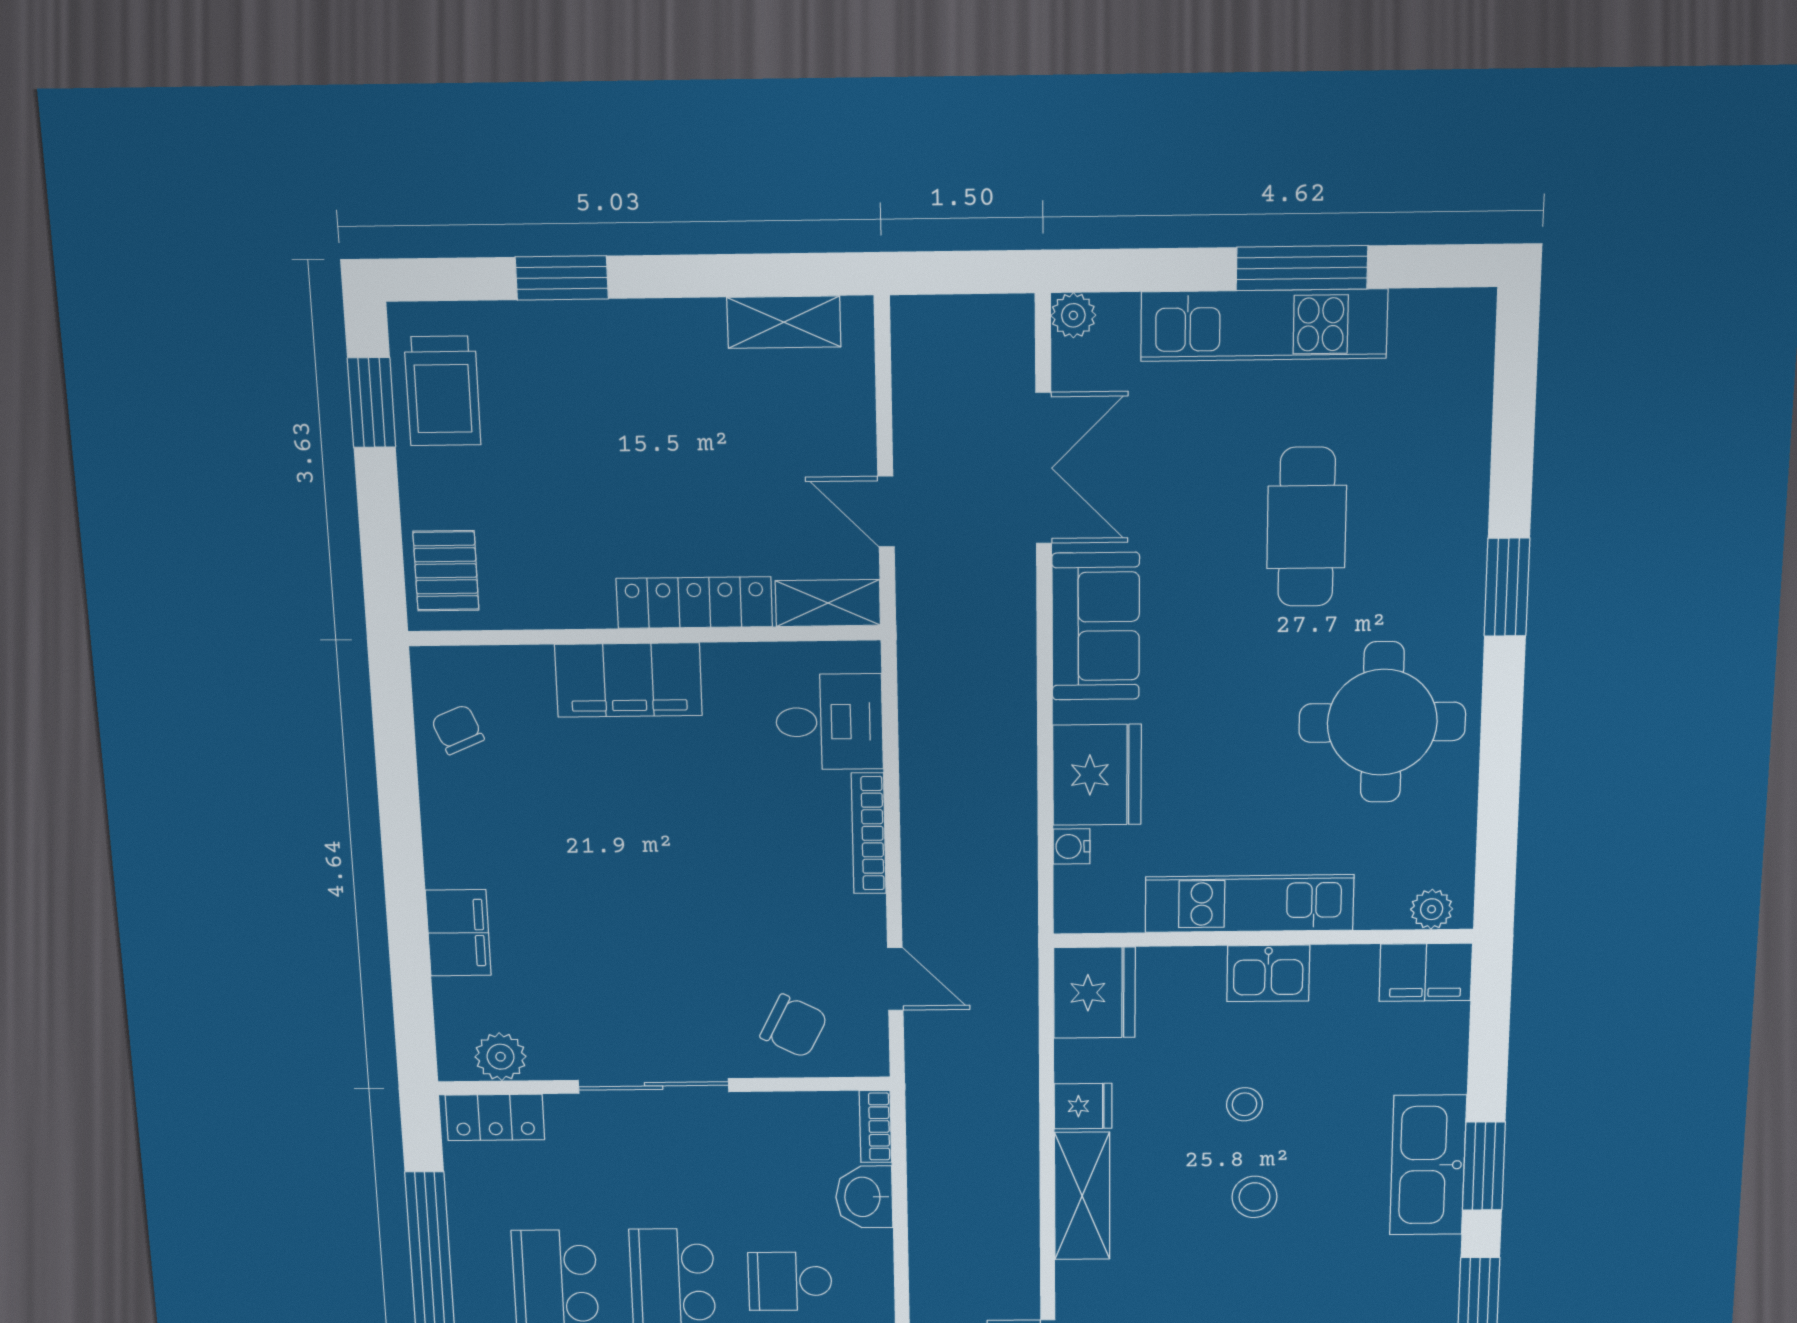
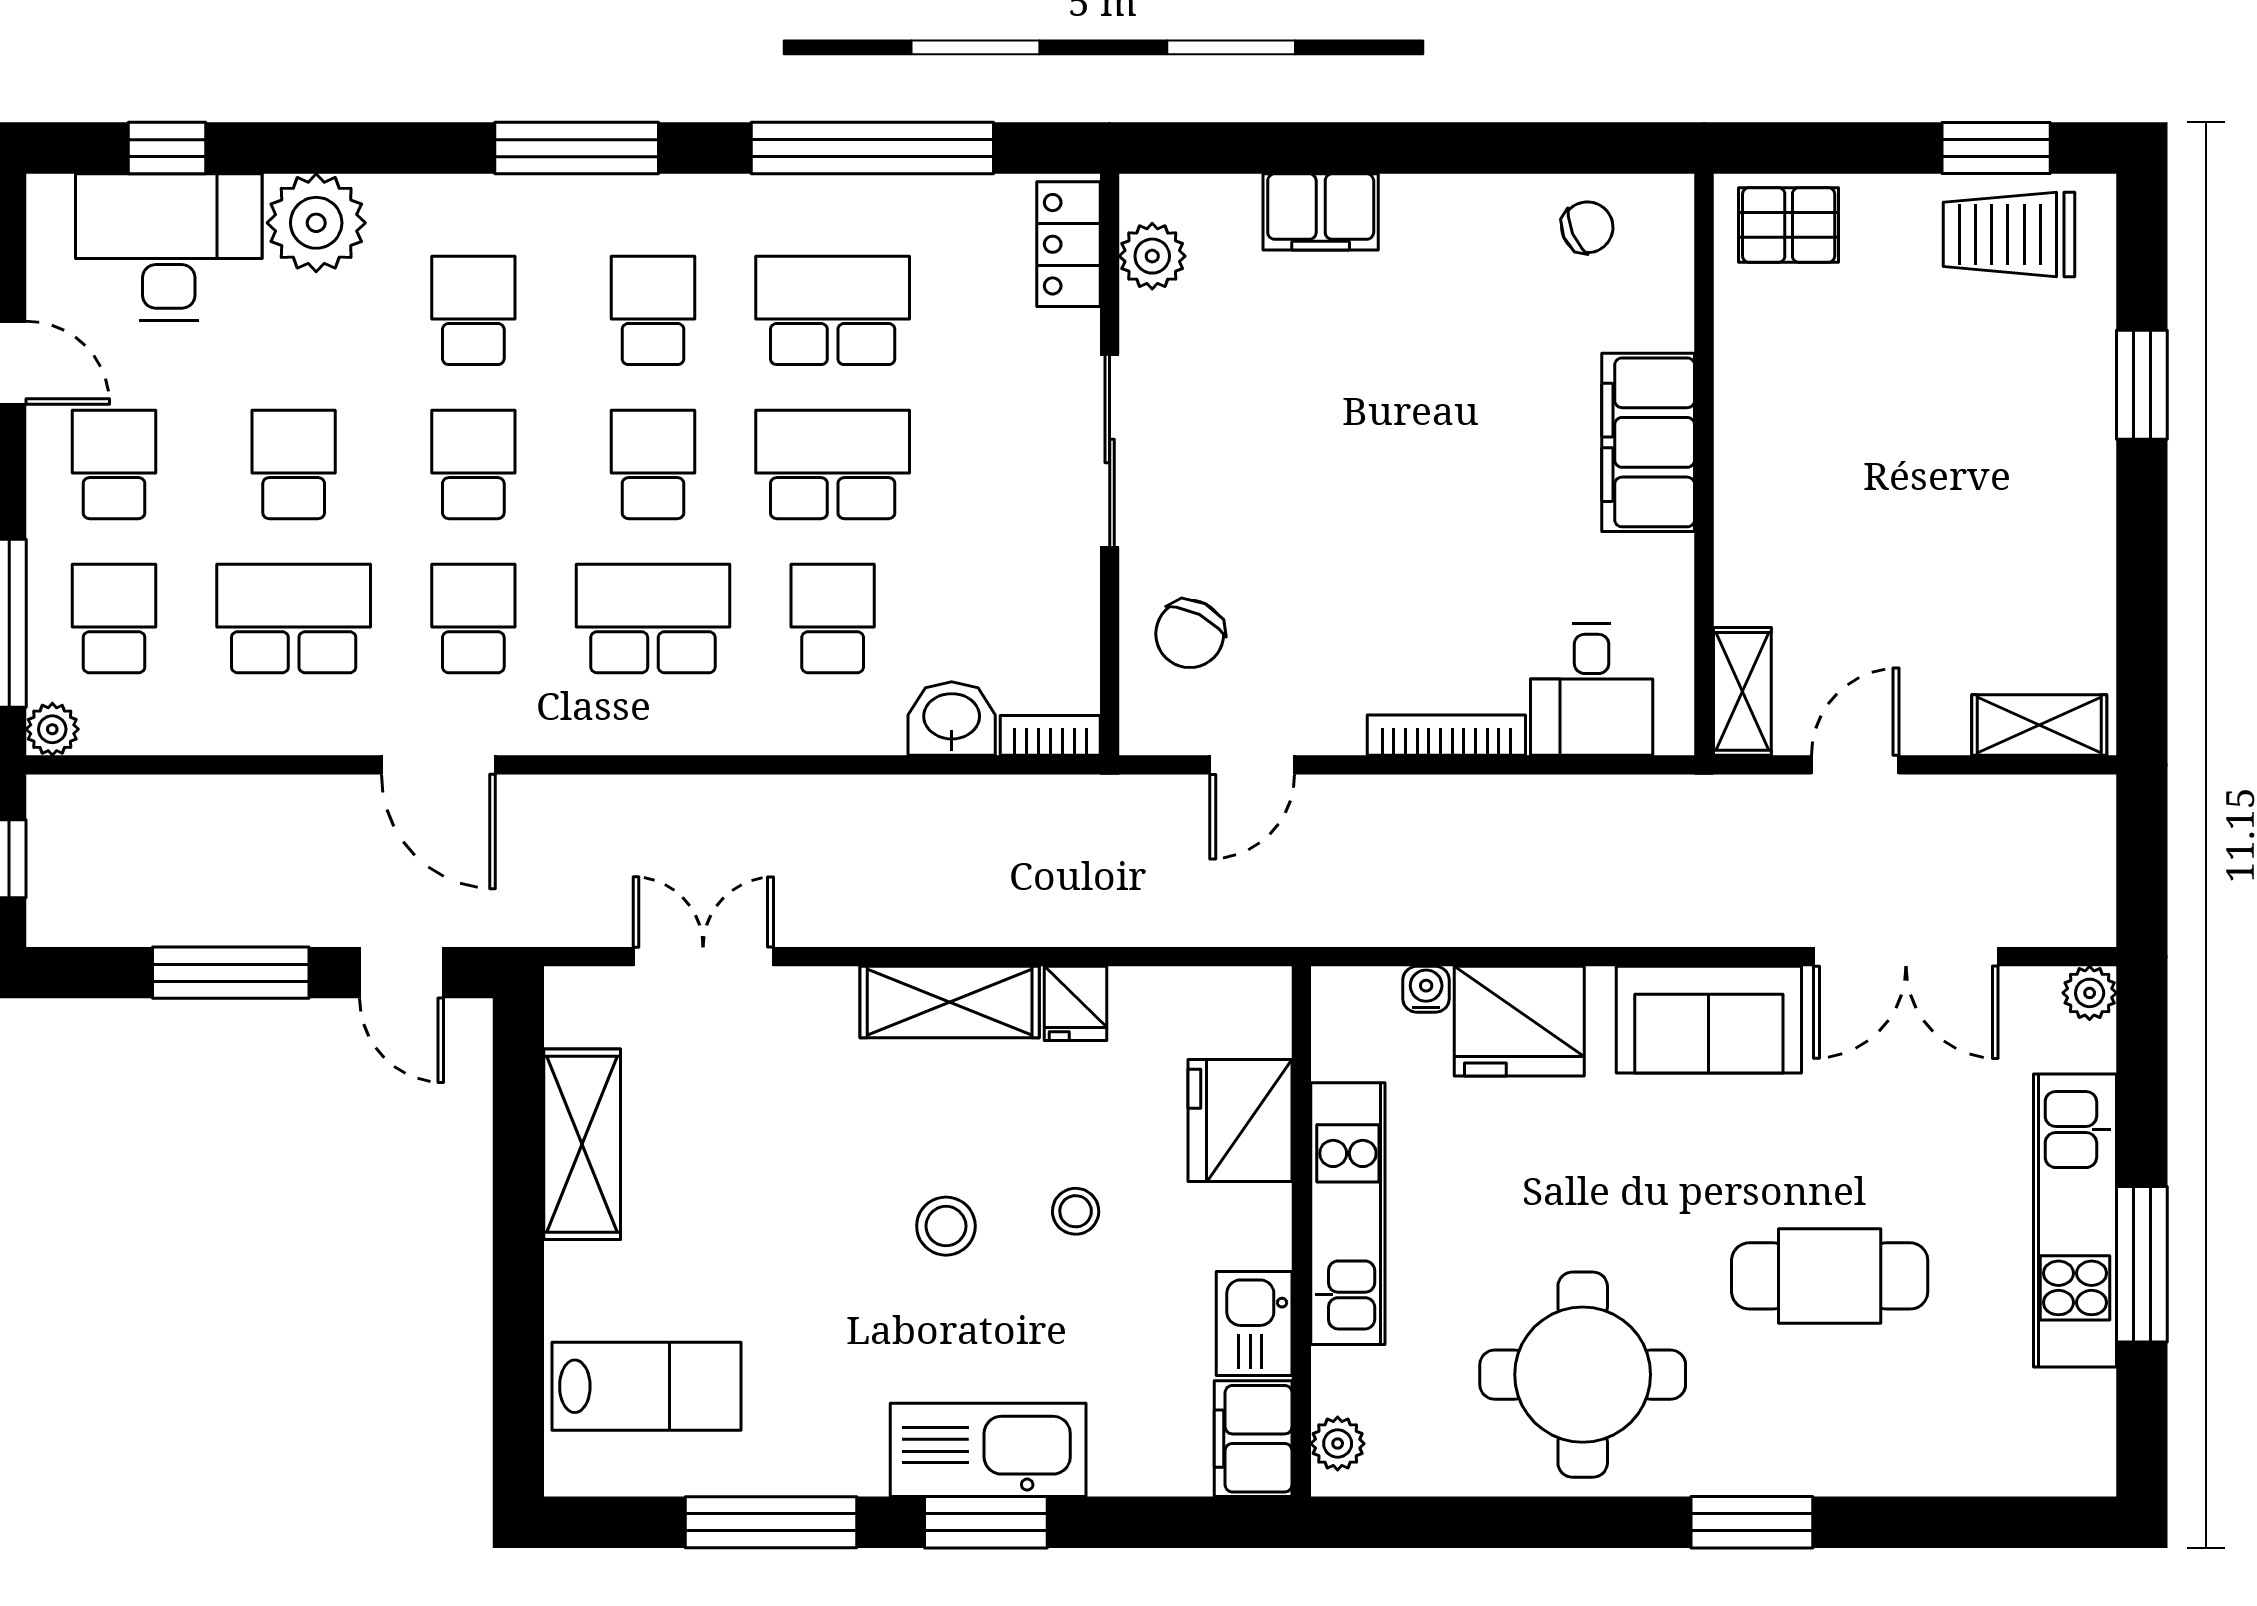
shelving: (784, 322) -> (2039, 725), moved, turned 90
locker: (694, 603) -> (1745, 527), removed
kitchen sink: (1268, 973) -> (1254, 1323), moved
fridge: (1094, 993) -> (1240, 1121), moved, turned 90

